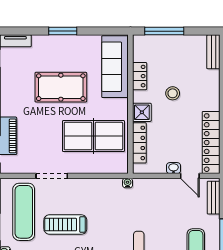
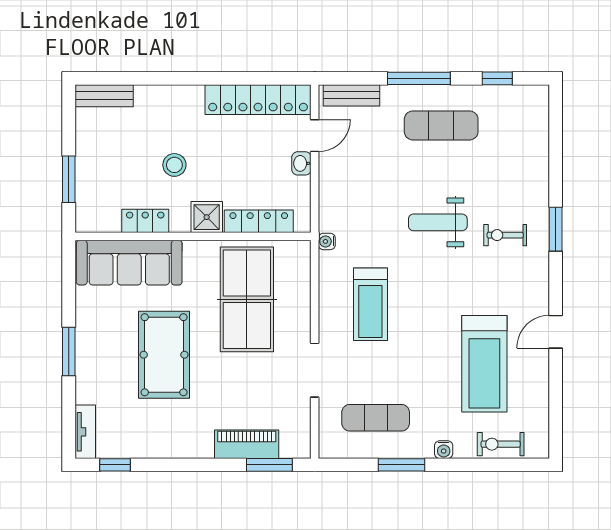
window: (164, 31) -> (69, 179), width x0.69
exercise mat: (24, 212) -> (376, 418), width x0.73, depth x0.69
treadmill: (65, 225) -> (370, 304), moved

